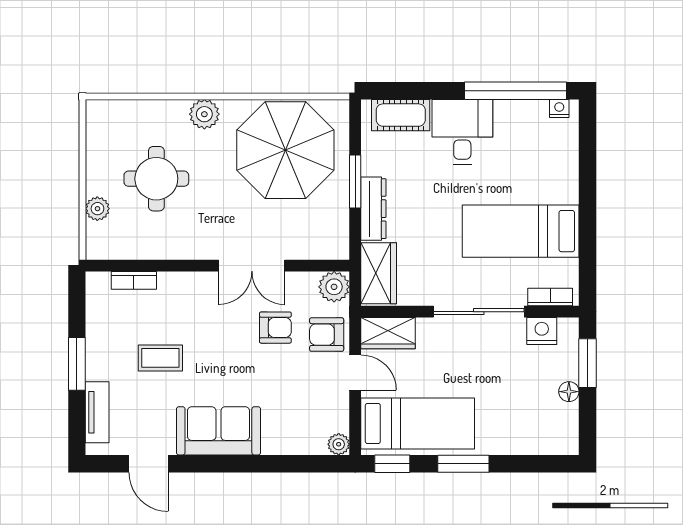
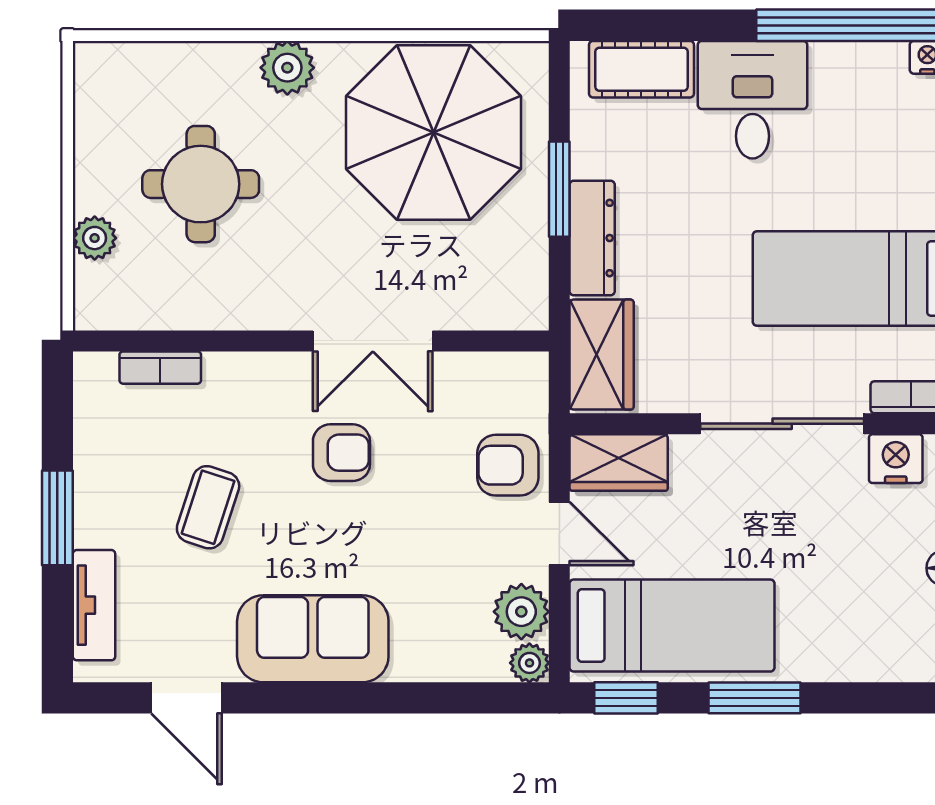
plant: (334, 287) -> (521, 612), moved
armchair: (275, 328) -> (341, 453), moved
coffee table: (160, 358) -> (208, 507), turned -72

